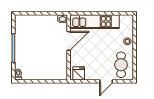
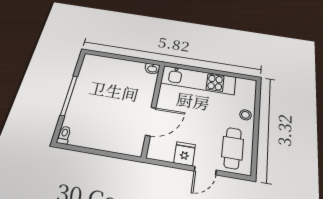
door: (69, 41) -> (151, 121), moved
fridge: (79, 73) -> (185, 154), moved

